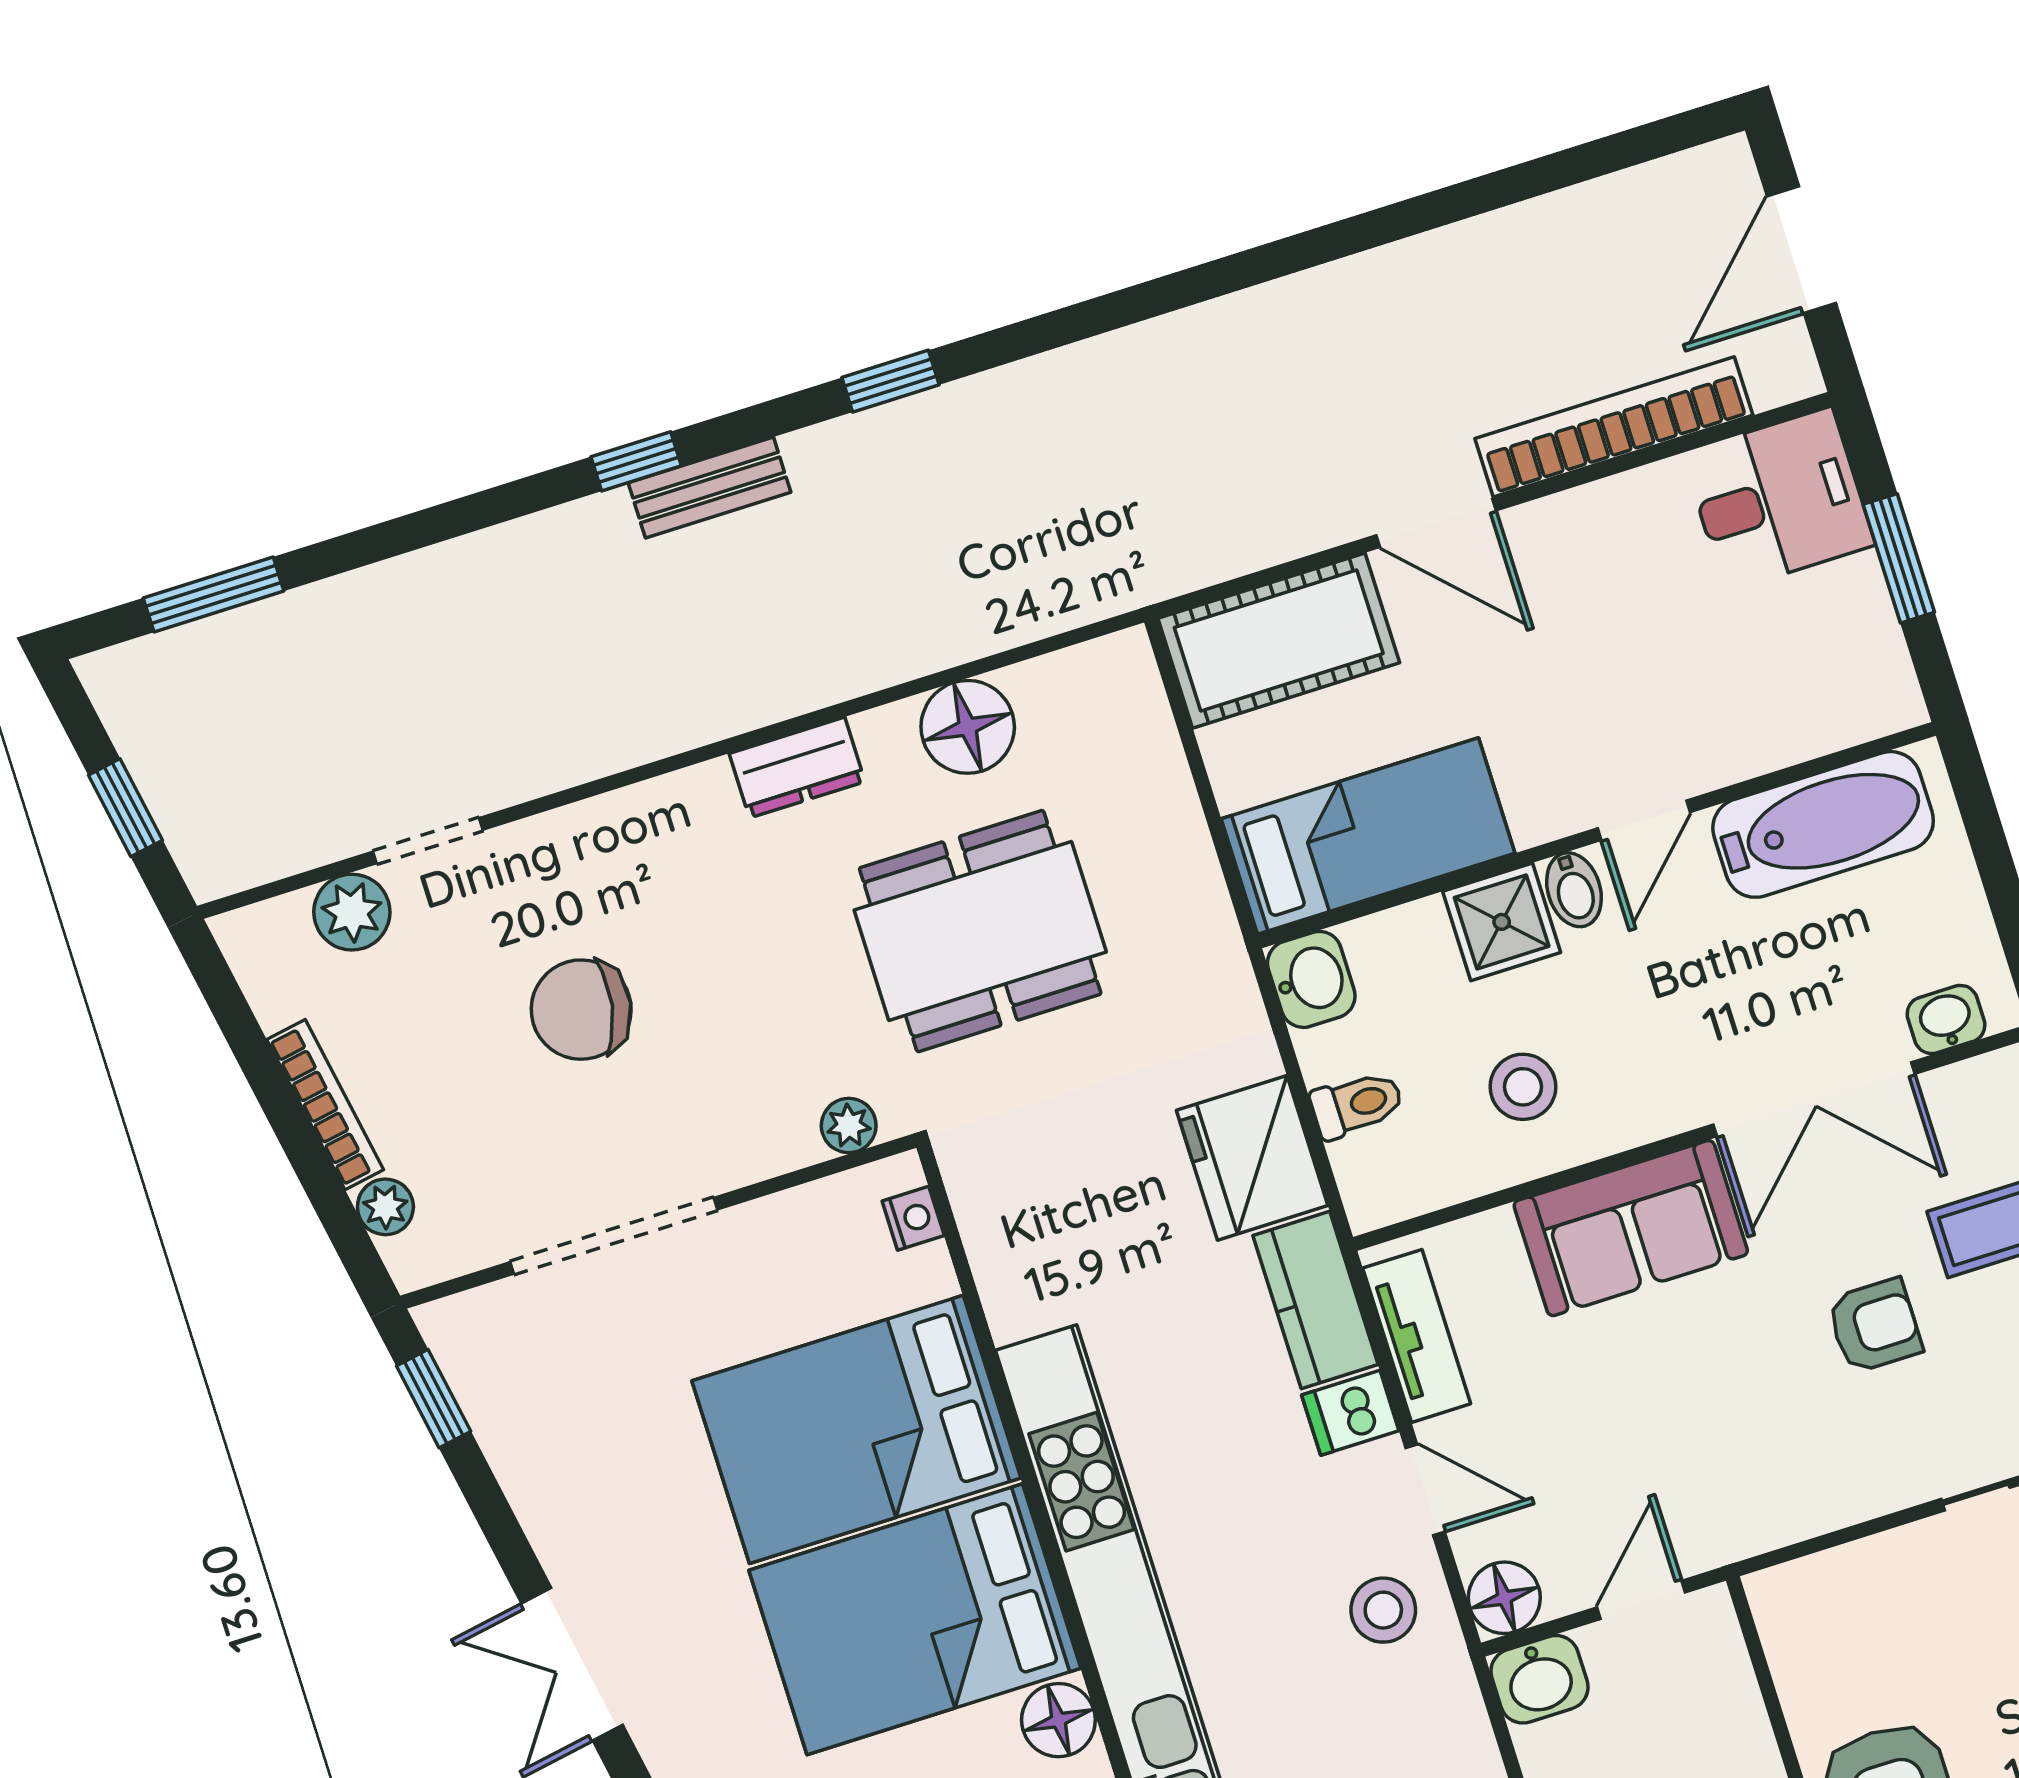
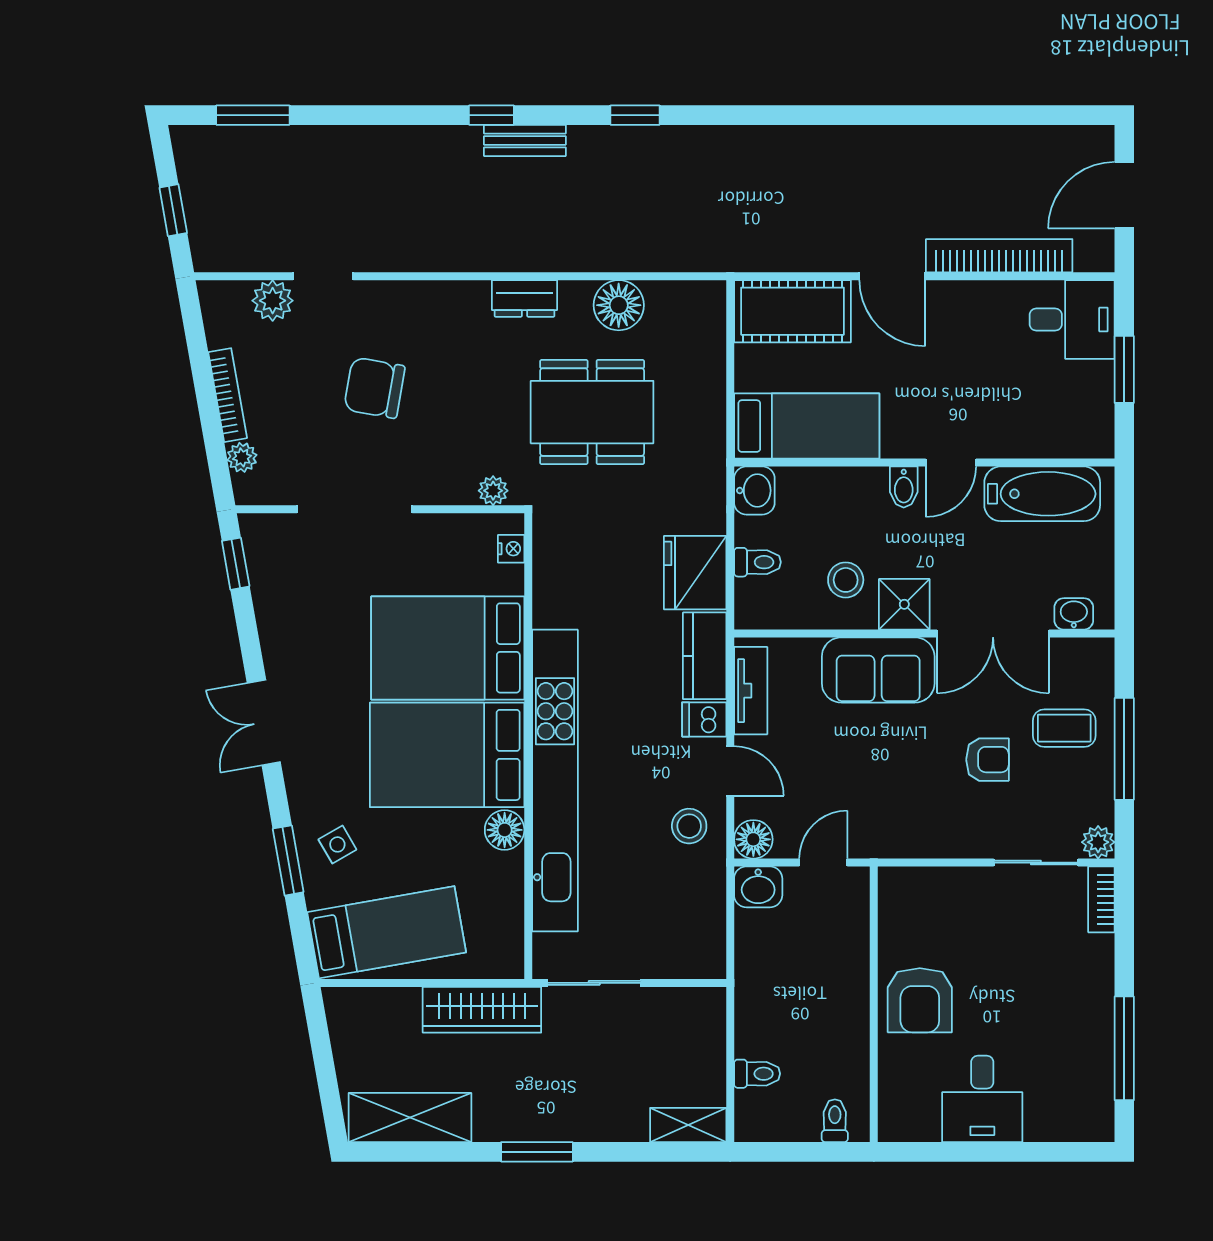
shower: (1502, 922) -> (904, 604), moved

